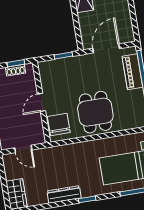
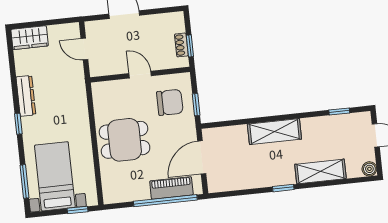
door: (106, 48) -> (202, 157), swing flipped
chair: (59, 124) -> (170, 102), moved
door: (23, 149) -> (84, 49), hinge flipped

